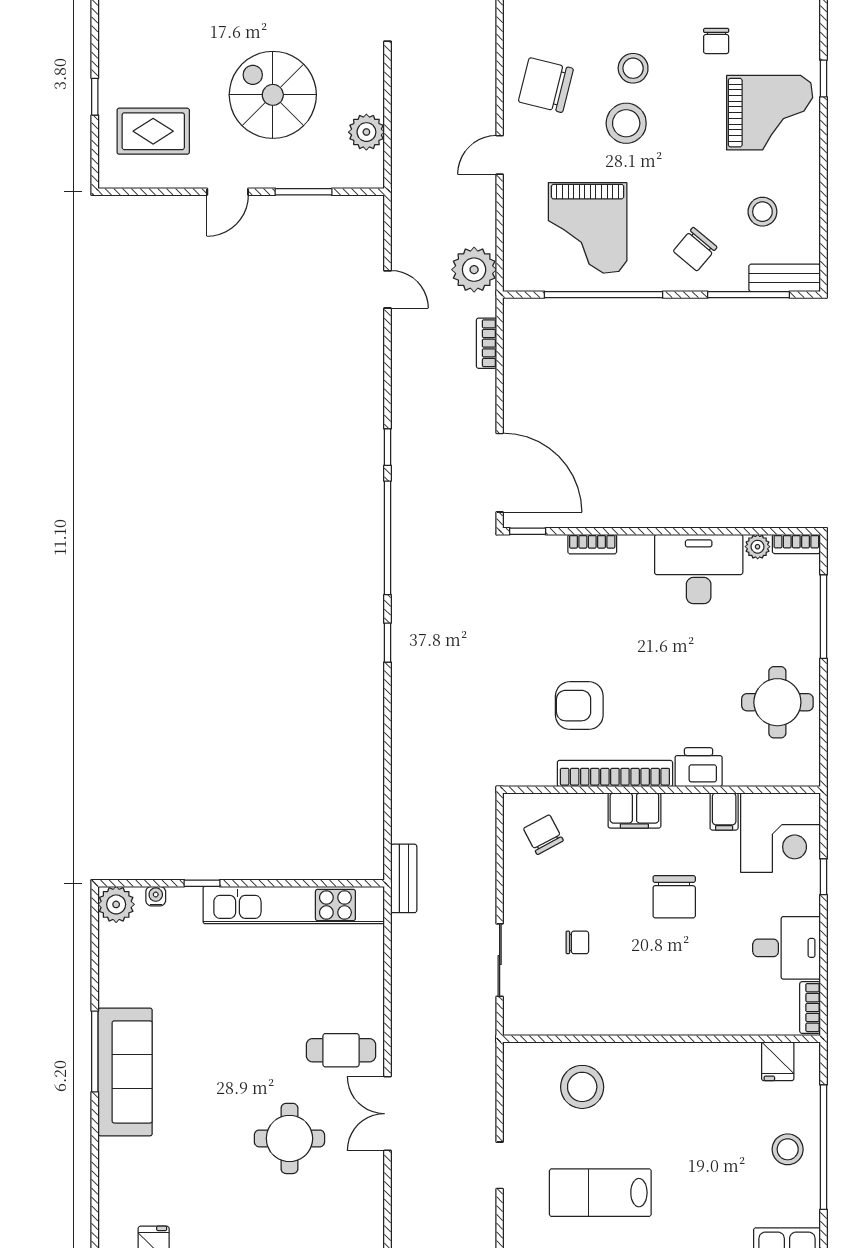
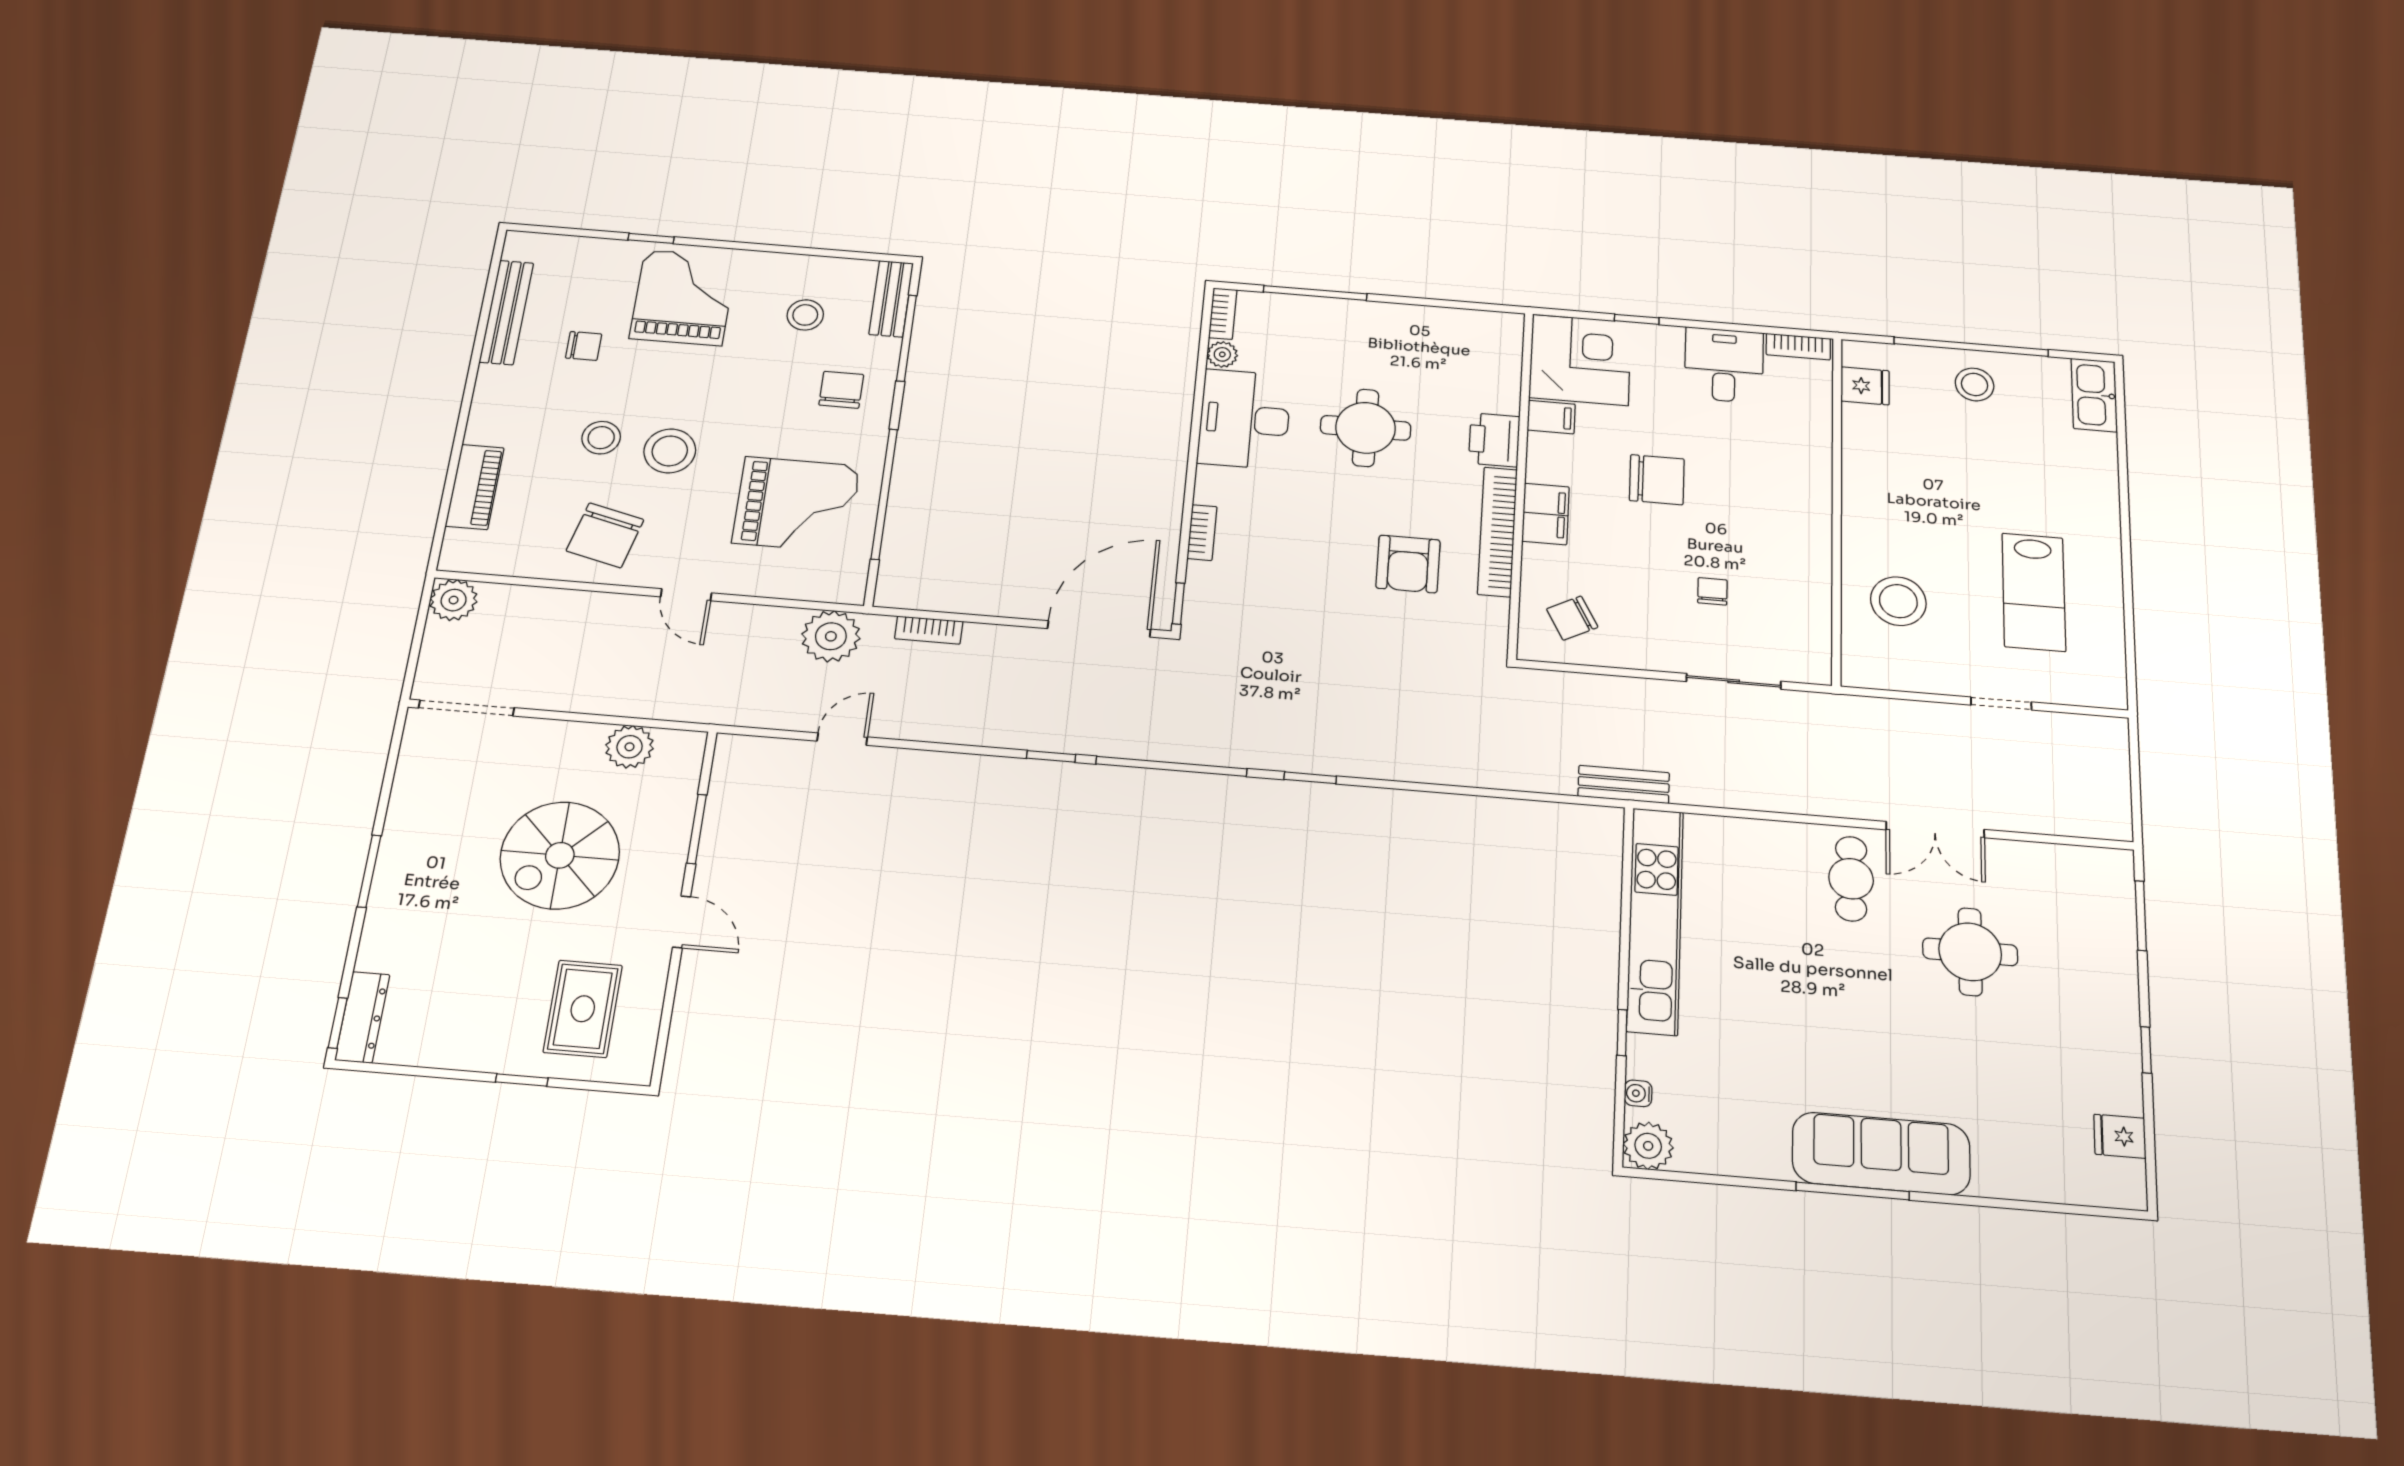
chair: (695, 249) -> (841, 390), turned -130
round table: (777, 702) -> (1366, 428), moved

